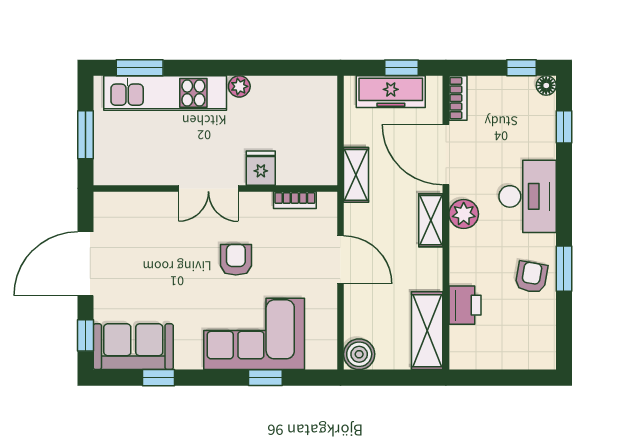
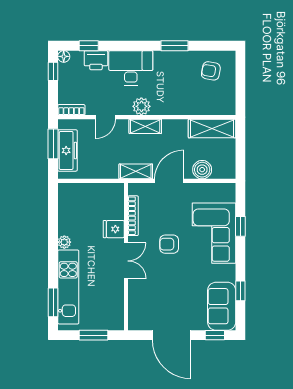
window: (402, 68) -> (53, 144), width x1.50
door: (446, 155) -> (106, 117), width x0.53
shelving: (356, 175) -> (136, 171), moved
bookcase: (295, 200) -> (133, 216), width x1.56
armchair: (531, 277) -> (211, 71), moved
printer: (465, 305) -> (96, 60), moved, turned 180
boiler: (359, 354) -> (202, 170), moved

